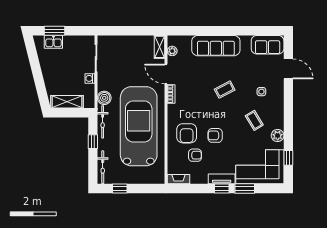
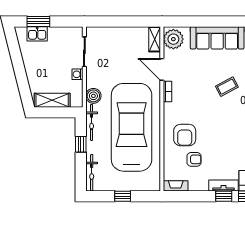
plant: (172, 51) -> (173, 39), width x1.88, depth x1.88
armchair: (215, 135) -> (216, 137), removed
window: (120, 188) -> (123, 196), moved

